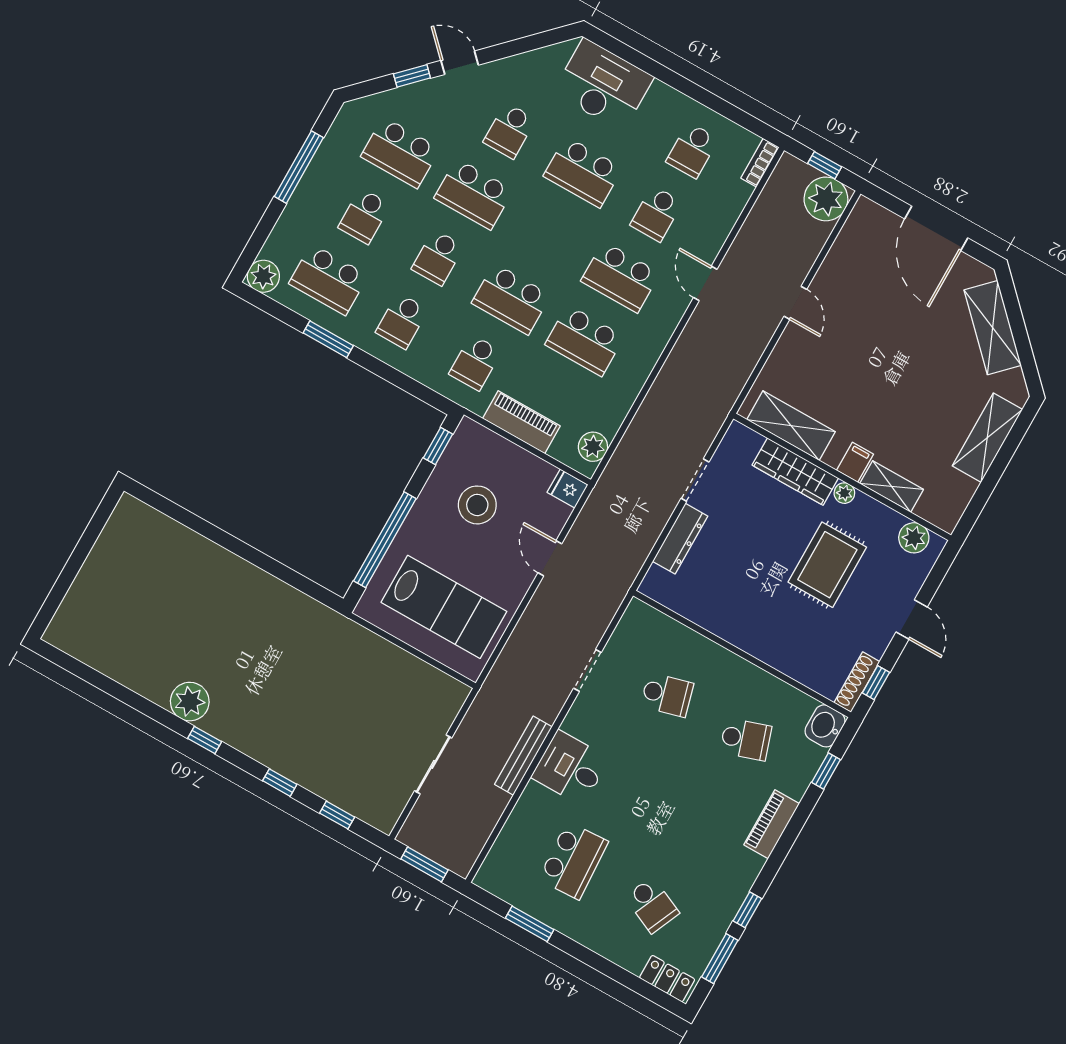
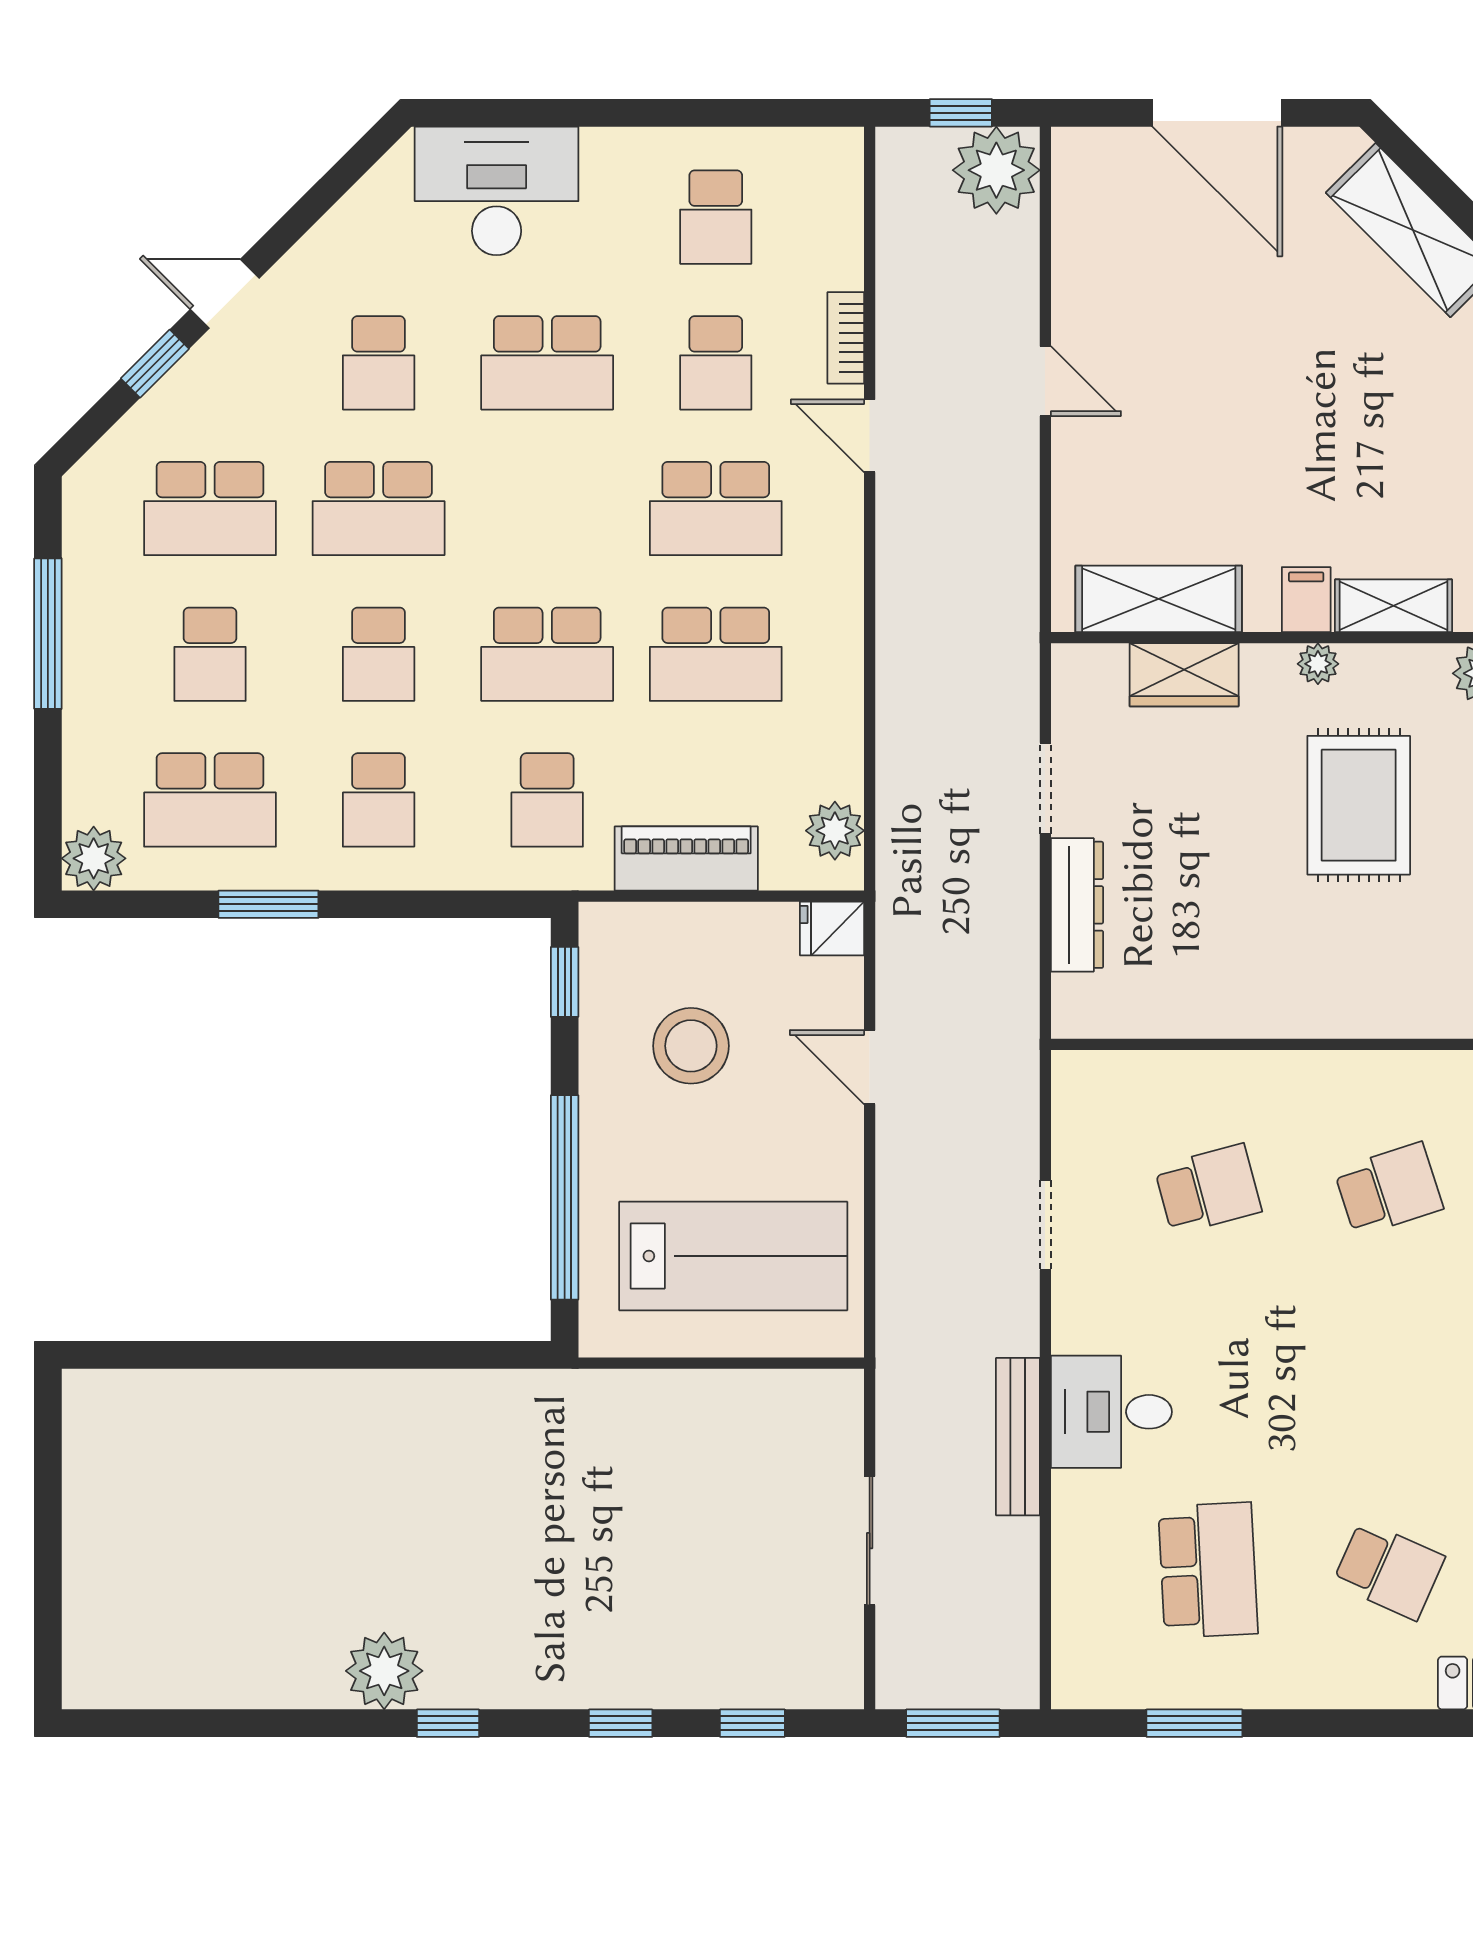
bookcase: (760, 163) -> (846, 338), moved
wardrobe: (795, 472) -> (1184, 675), width x0.67

